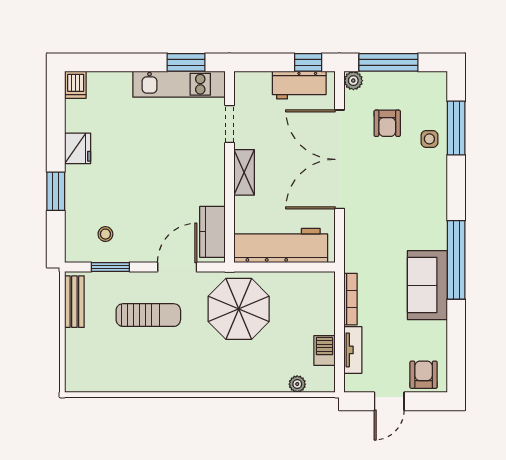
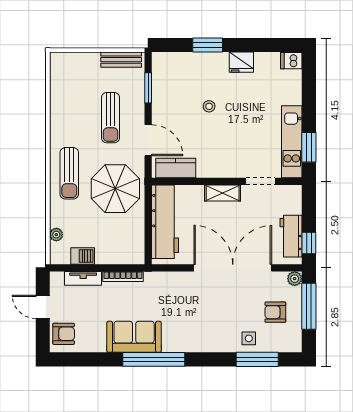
armchair: (387, 123) -> (275, 312), moved
stool: (105, 234) -> (209, 106), moved
sun lounger: (219, 368) -> (69, 173), added

